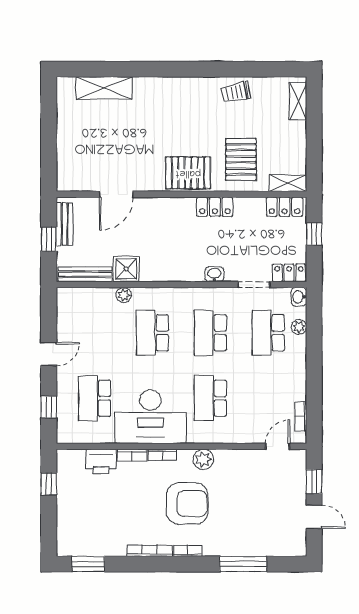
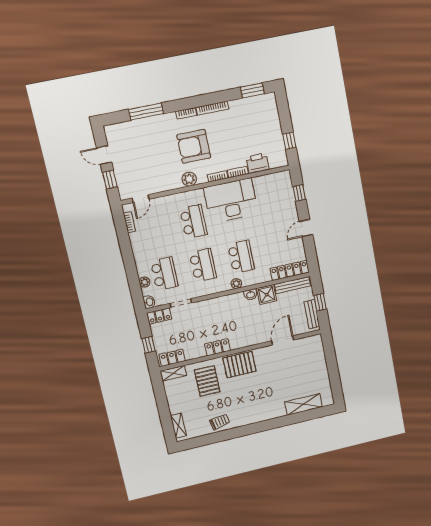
washbasin: (214, 274) -> (251, 295), moved
plant: (124, 295) -> (236, 284), moved
locker: (85, 297) -> (289, 270), added
school desk: (95, 398) -> (270, 205), removed

